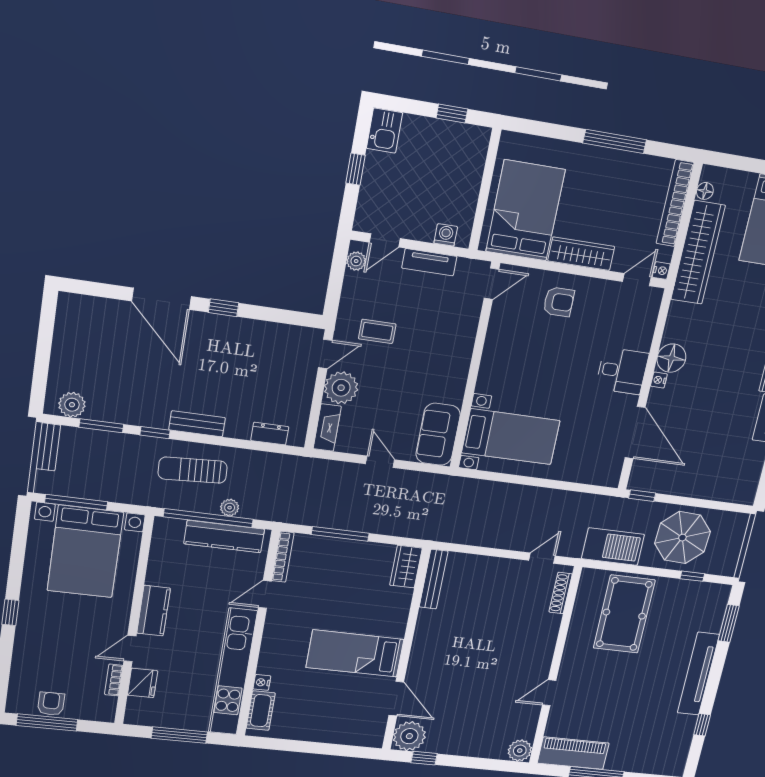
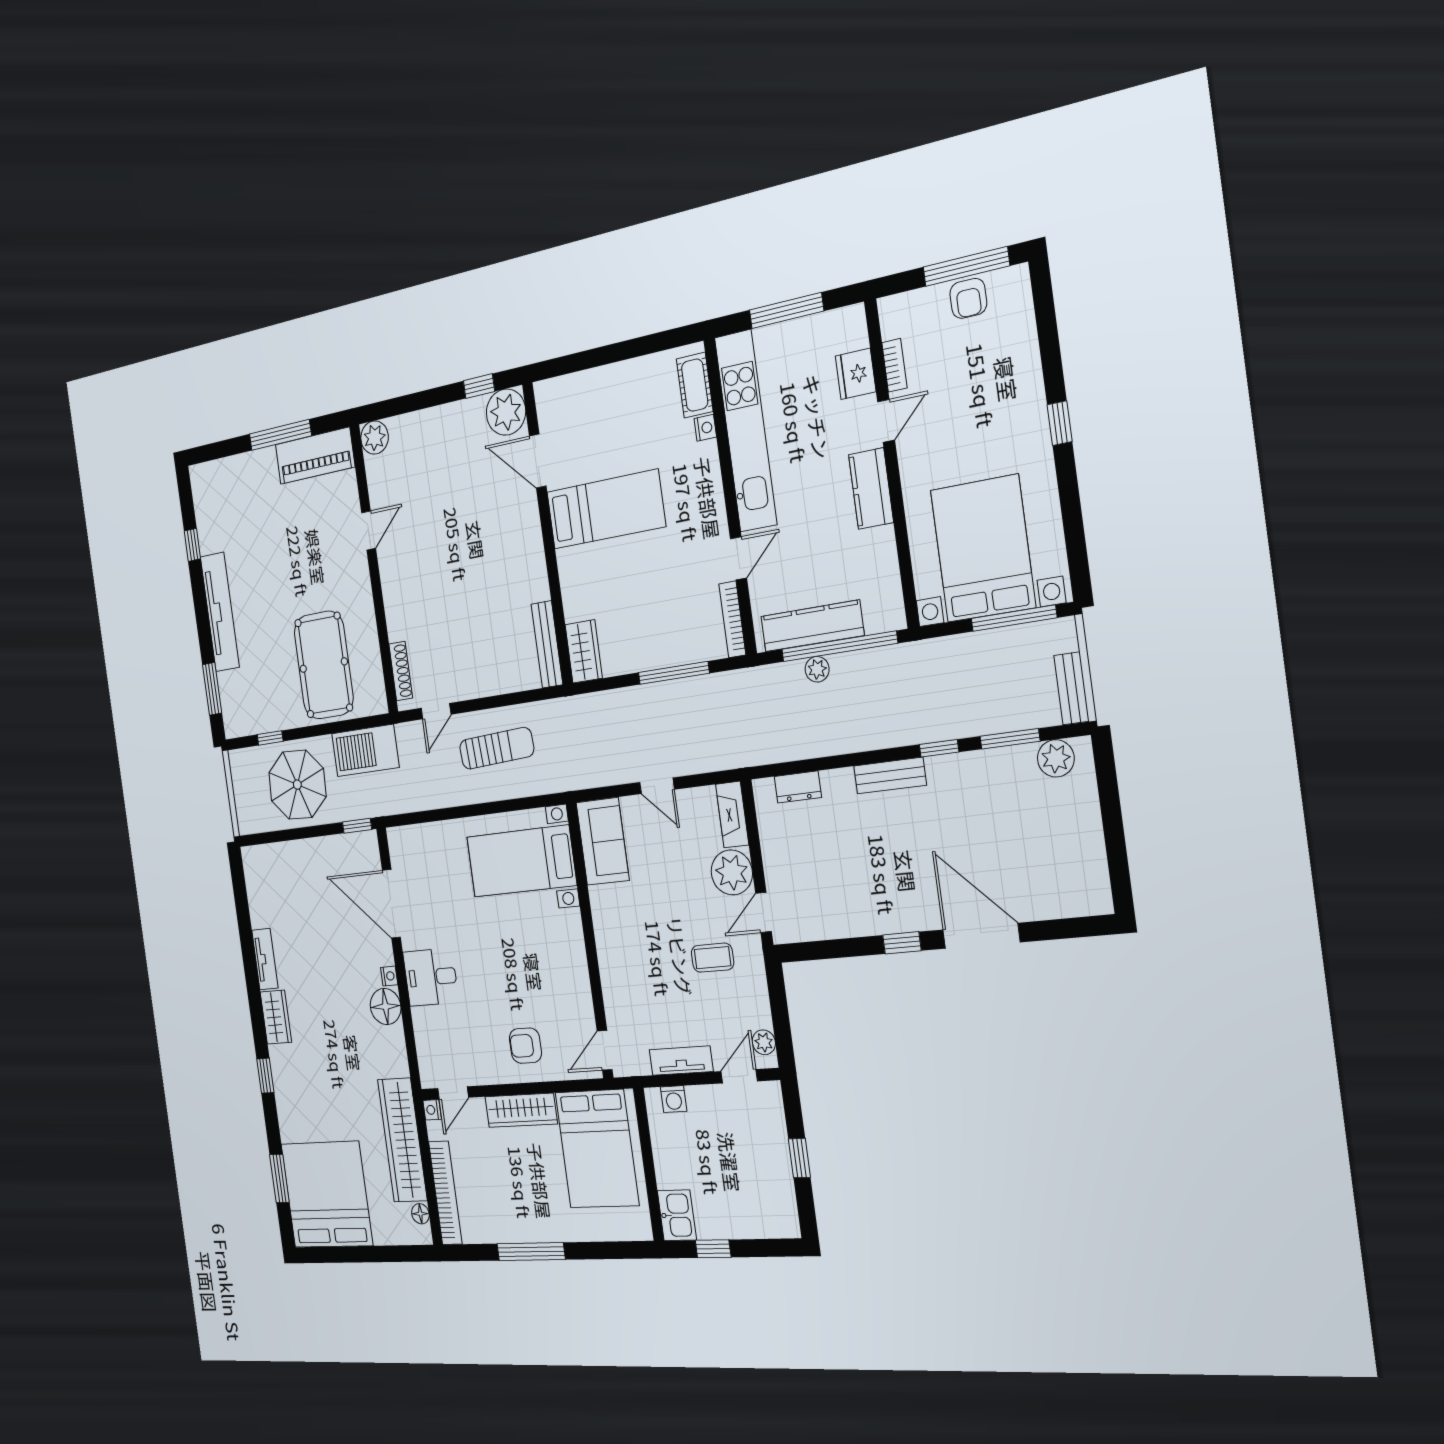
kitchen sink: (385, 131) -> (677, 1215), moved, turned 180
sun lounger: (193, 470) -> (497, 748), moved

